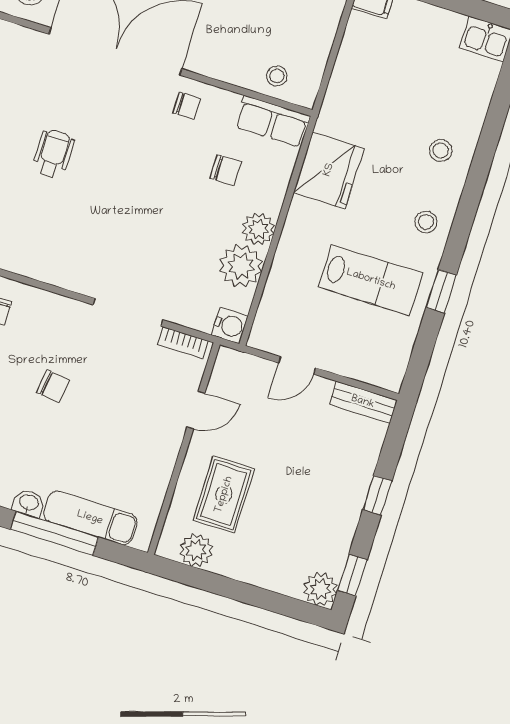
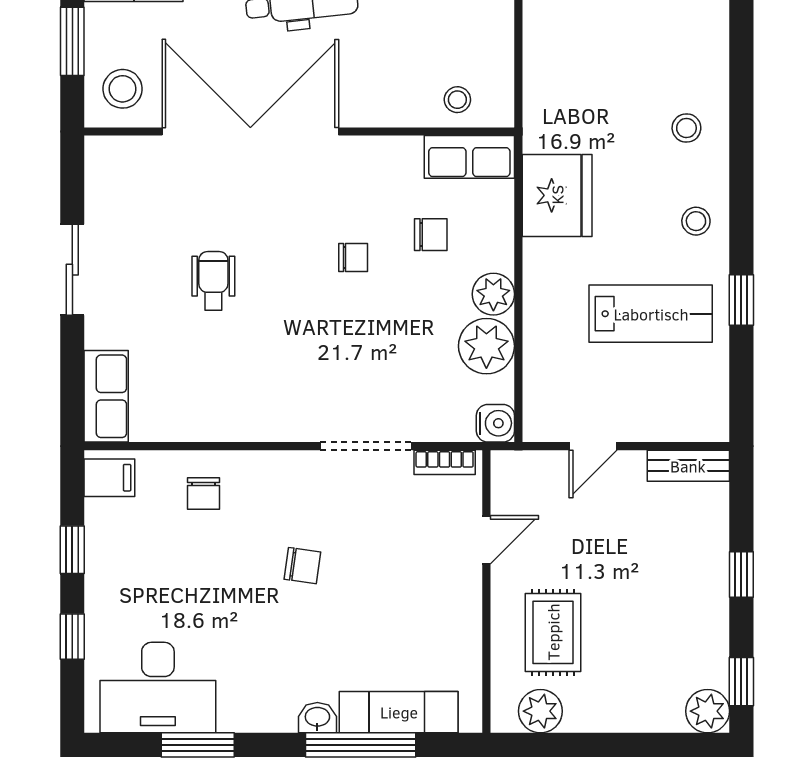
chair: (187, 106) -> (353, 258), moved

